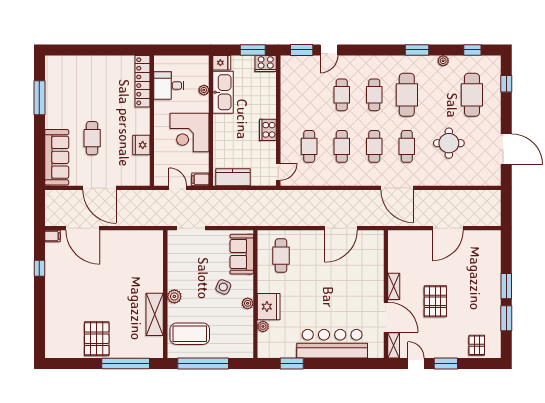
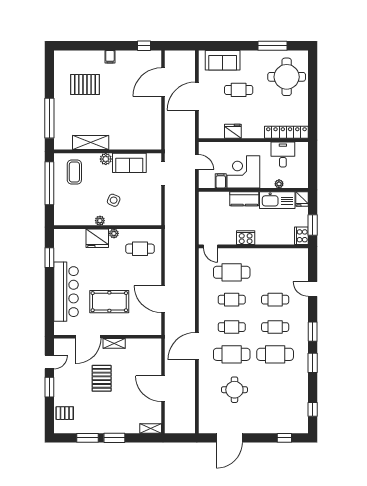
window: (302, 50) -> (313, 332), moved
plant: (443, 61) -> (304, 385), removed
round table: (76, 81) -> (287, 77), added
cafe table: (472, 95) -> (275, 409), removed
cafe table: (309, 146) -> (232, 272), width x1.37, depth x1.35
cafe table: (407, 146) -> (232, 354), width x1.37, depth x1.35
sofa: (57, 157) -> (223, 60), width x0.73
kitchen counter: (233, 177) -> (244, 199), moved, turned 90
filing cabinet: (200, 179) -> (221, 181), moved
door: (178, 188) -> (197, 162), hinge flipped
filing cabinet: (53, 236) -> (110, 57), moved
sofa: (242, 254) -> (129, 163), moved, turned 180
window: (39, 268) -> (144, 46), moved
pool table: (344, 292) -> (109, 302), added
pallet: (435, 301) -> (102, 378), turned 90
plant: (263, 326) -> (114, 233), moved
coffee table: (190, 334) -> (74, 172), width x0.73, depth x0.76
pallet: (97, 339) -> (85, 85), moved
shelving: (394, 345) -> (151, 429), moved

